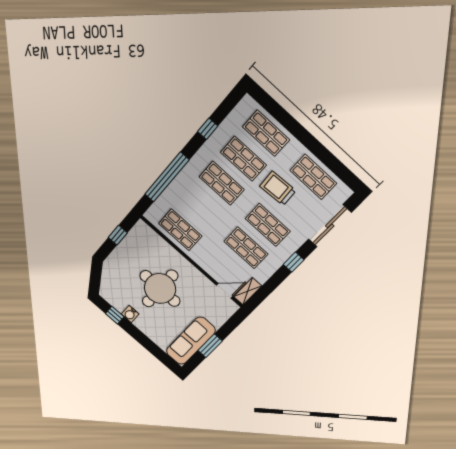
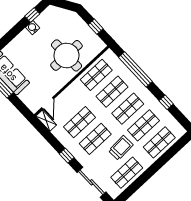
shop shelf: (201, 207) -> (112, 92), added
round table: (160, 289) -> (66, 55), moved

